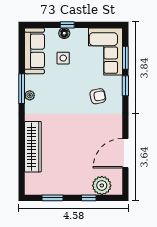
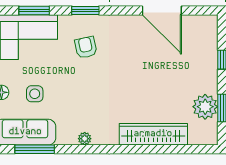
window: (125, 86) -> (85, 10), moved
window: (22, 89) -> (35, 149), moved
plant: (102, 185) -> (205, 107), moved

